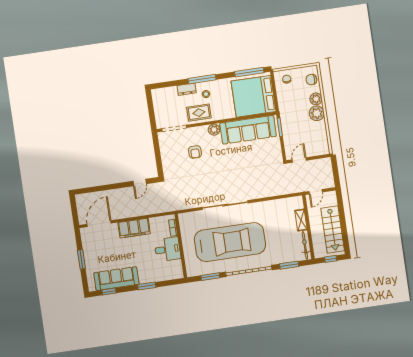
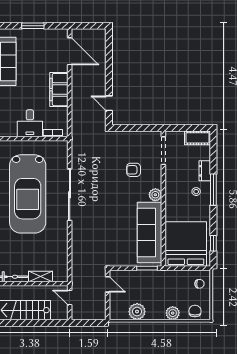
window: (249, 72) -> (213, 243), width x0.46
cot: (159, 100) -> (198, 138), added
rug: (199, 113) -> (177, 181), removed
plant: (317, 113) -> (137, 312), moved

